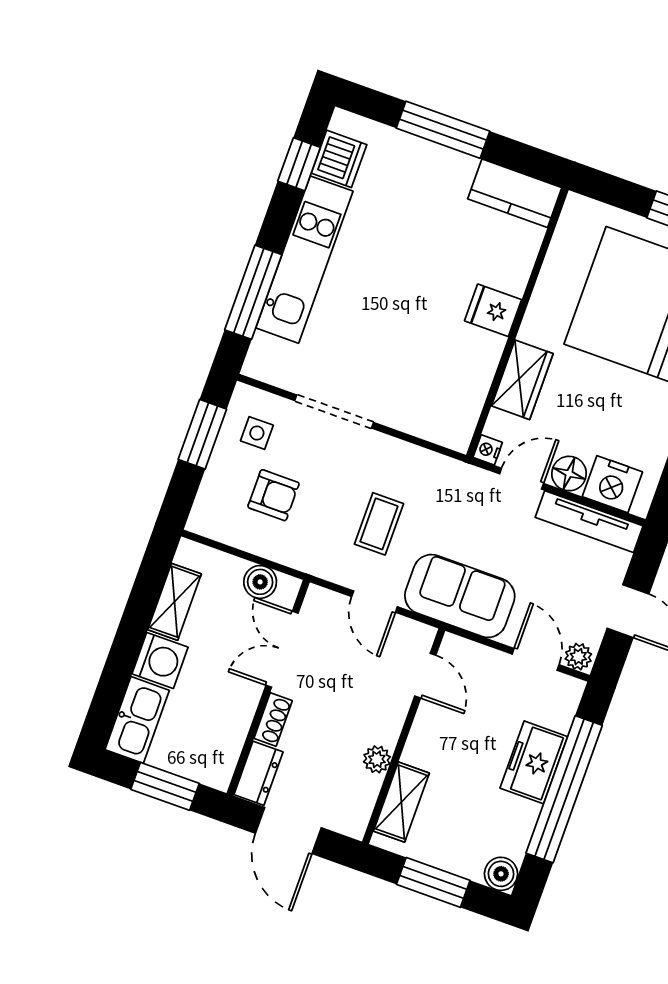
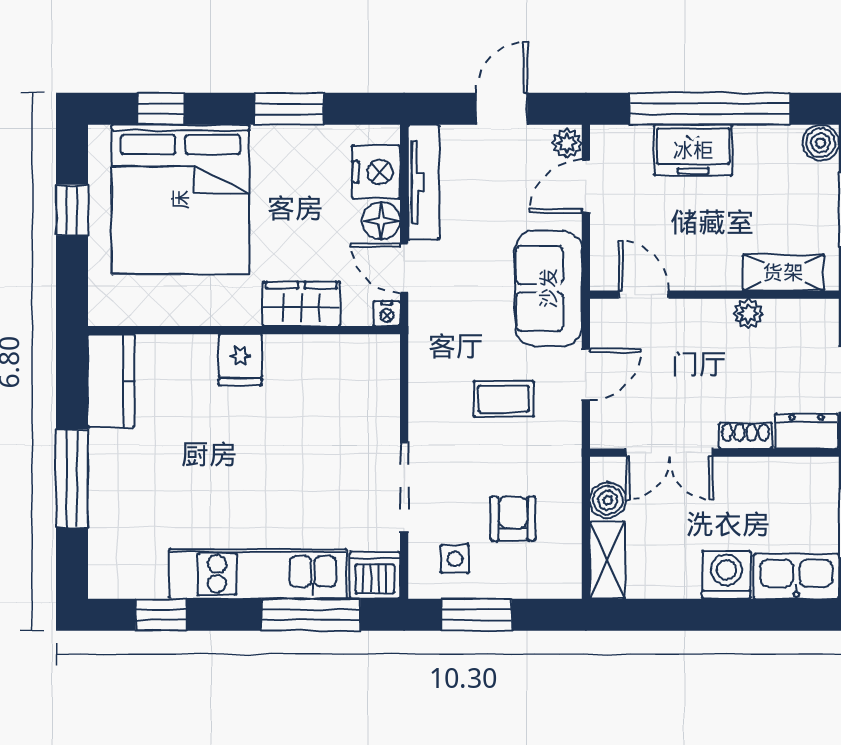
dishwasher: (339, 159) -> (375, 575), moved
shelving: (175, 602) -> (607, 560), moved, turned 90
door: (425, 676) -> (644, 295), hinge flipped

